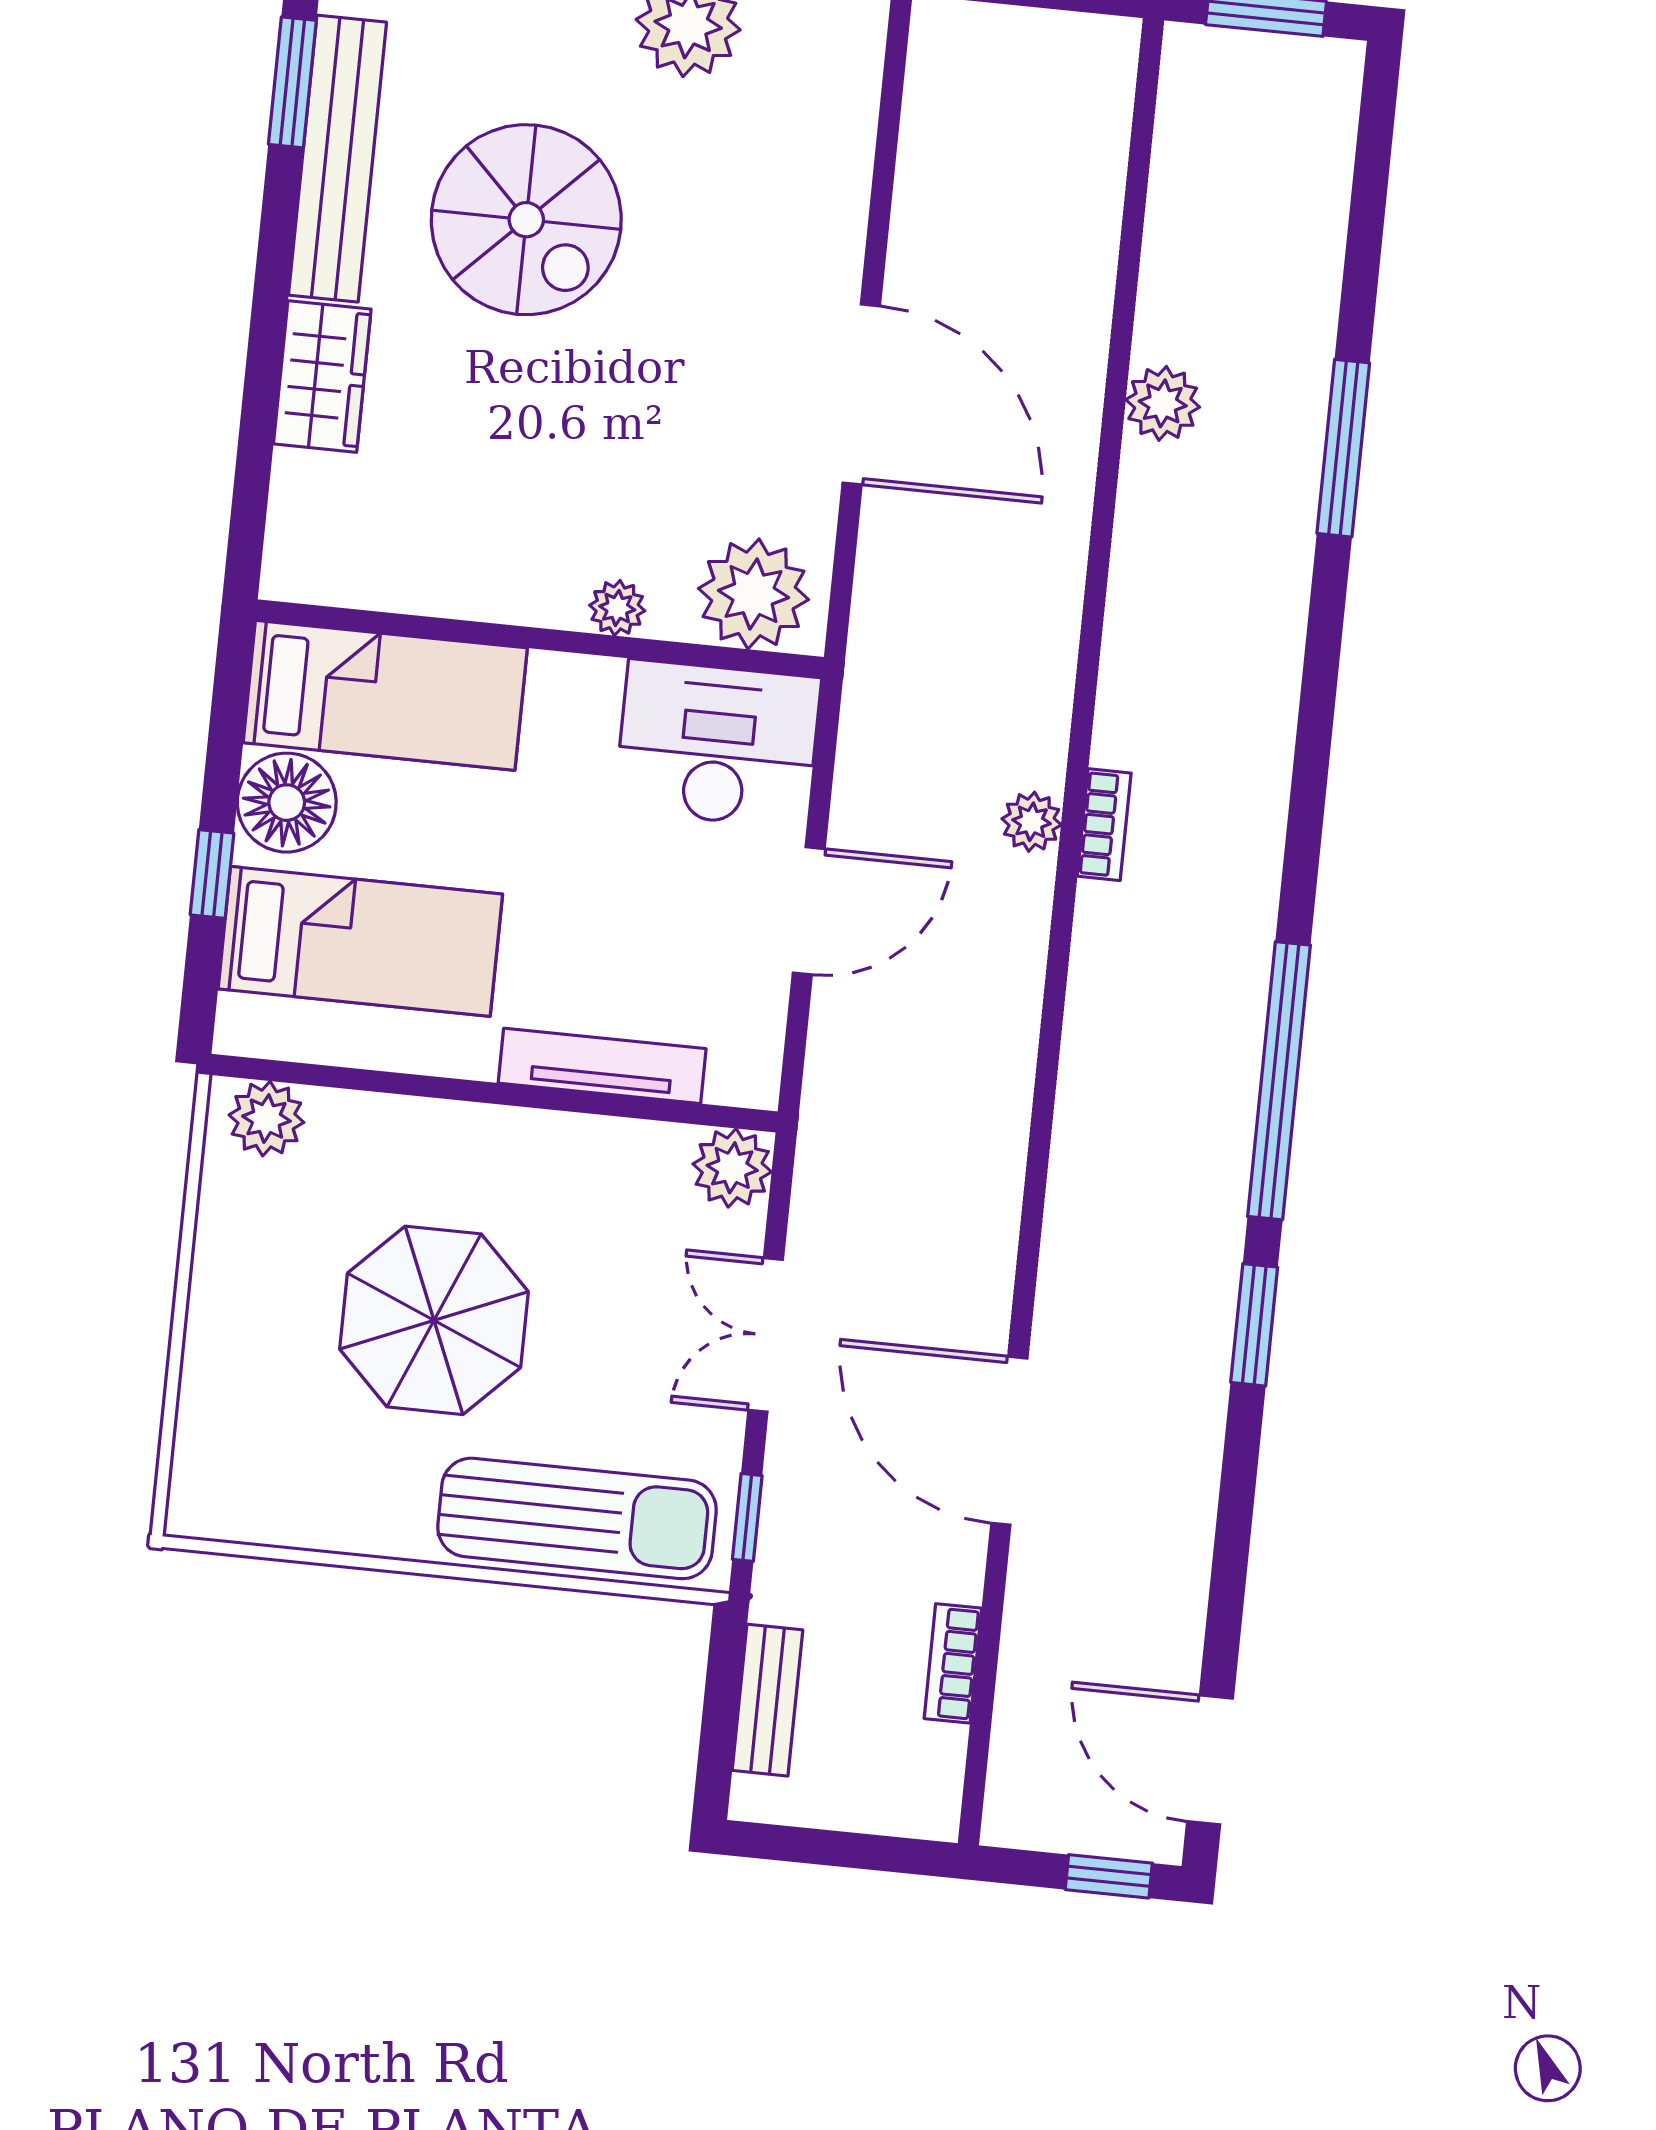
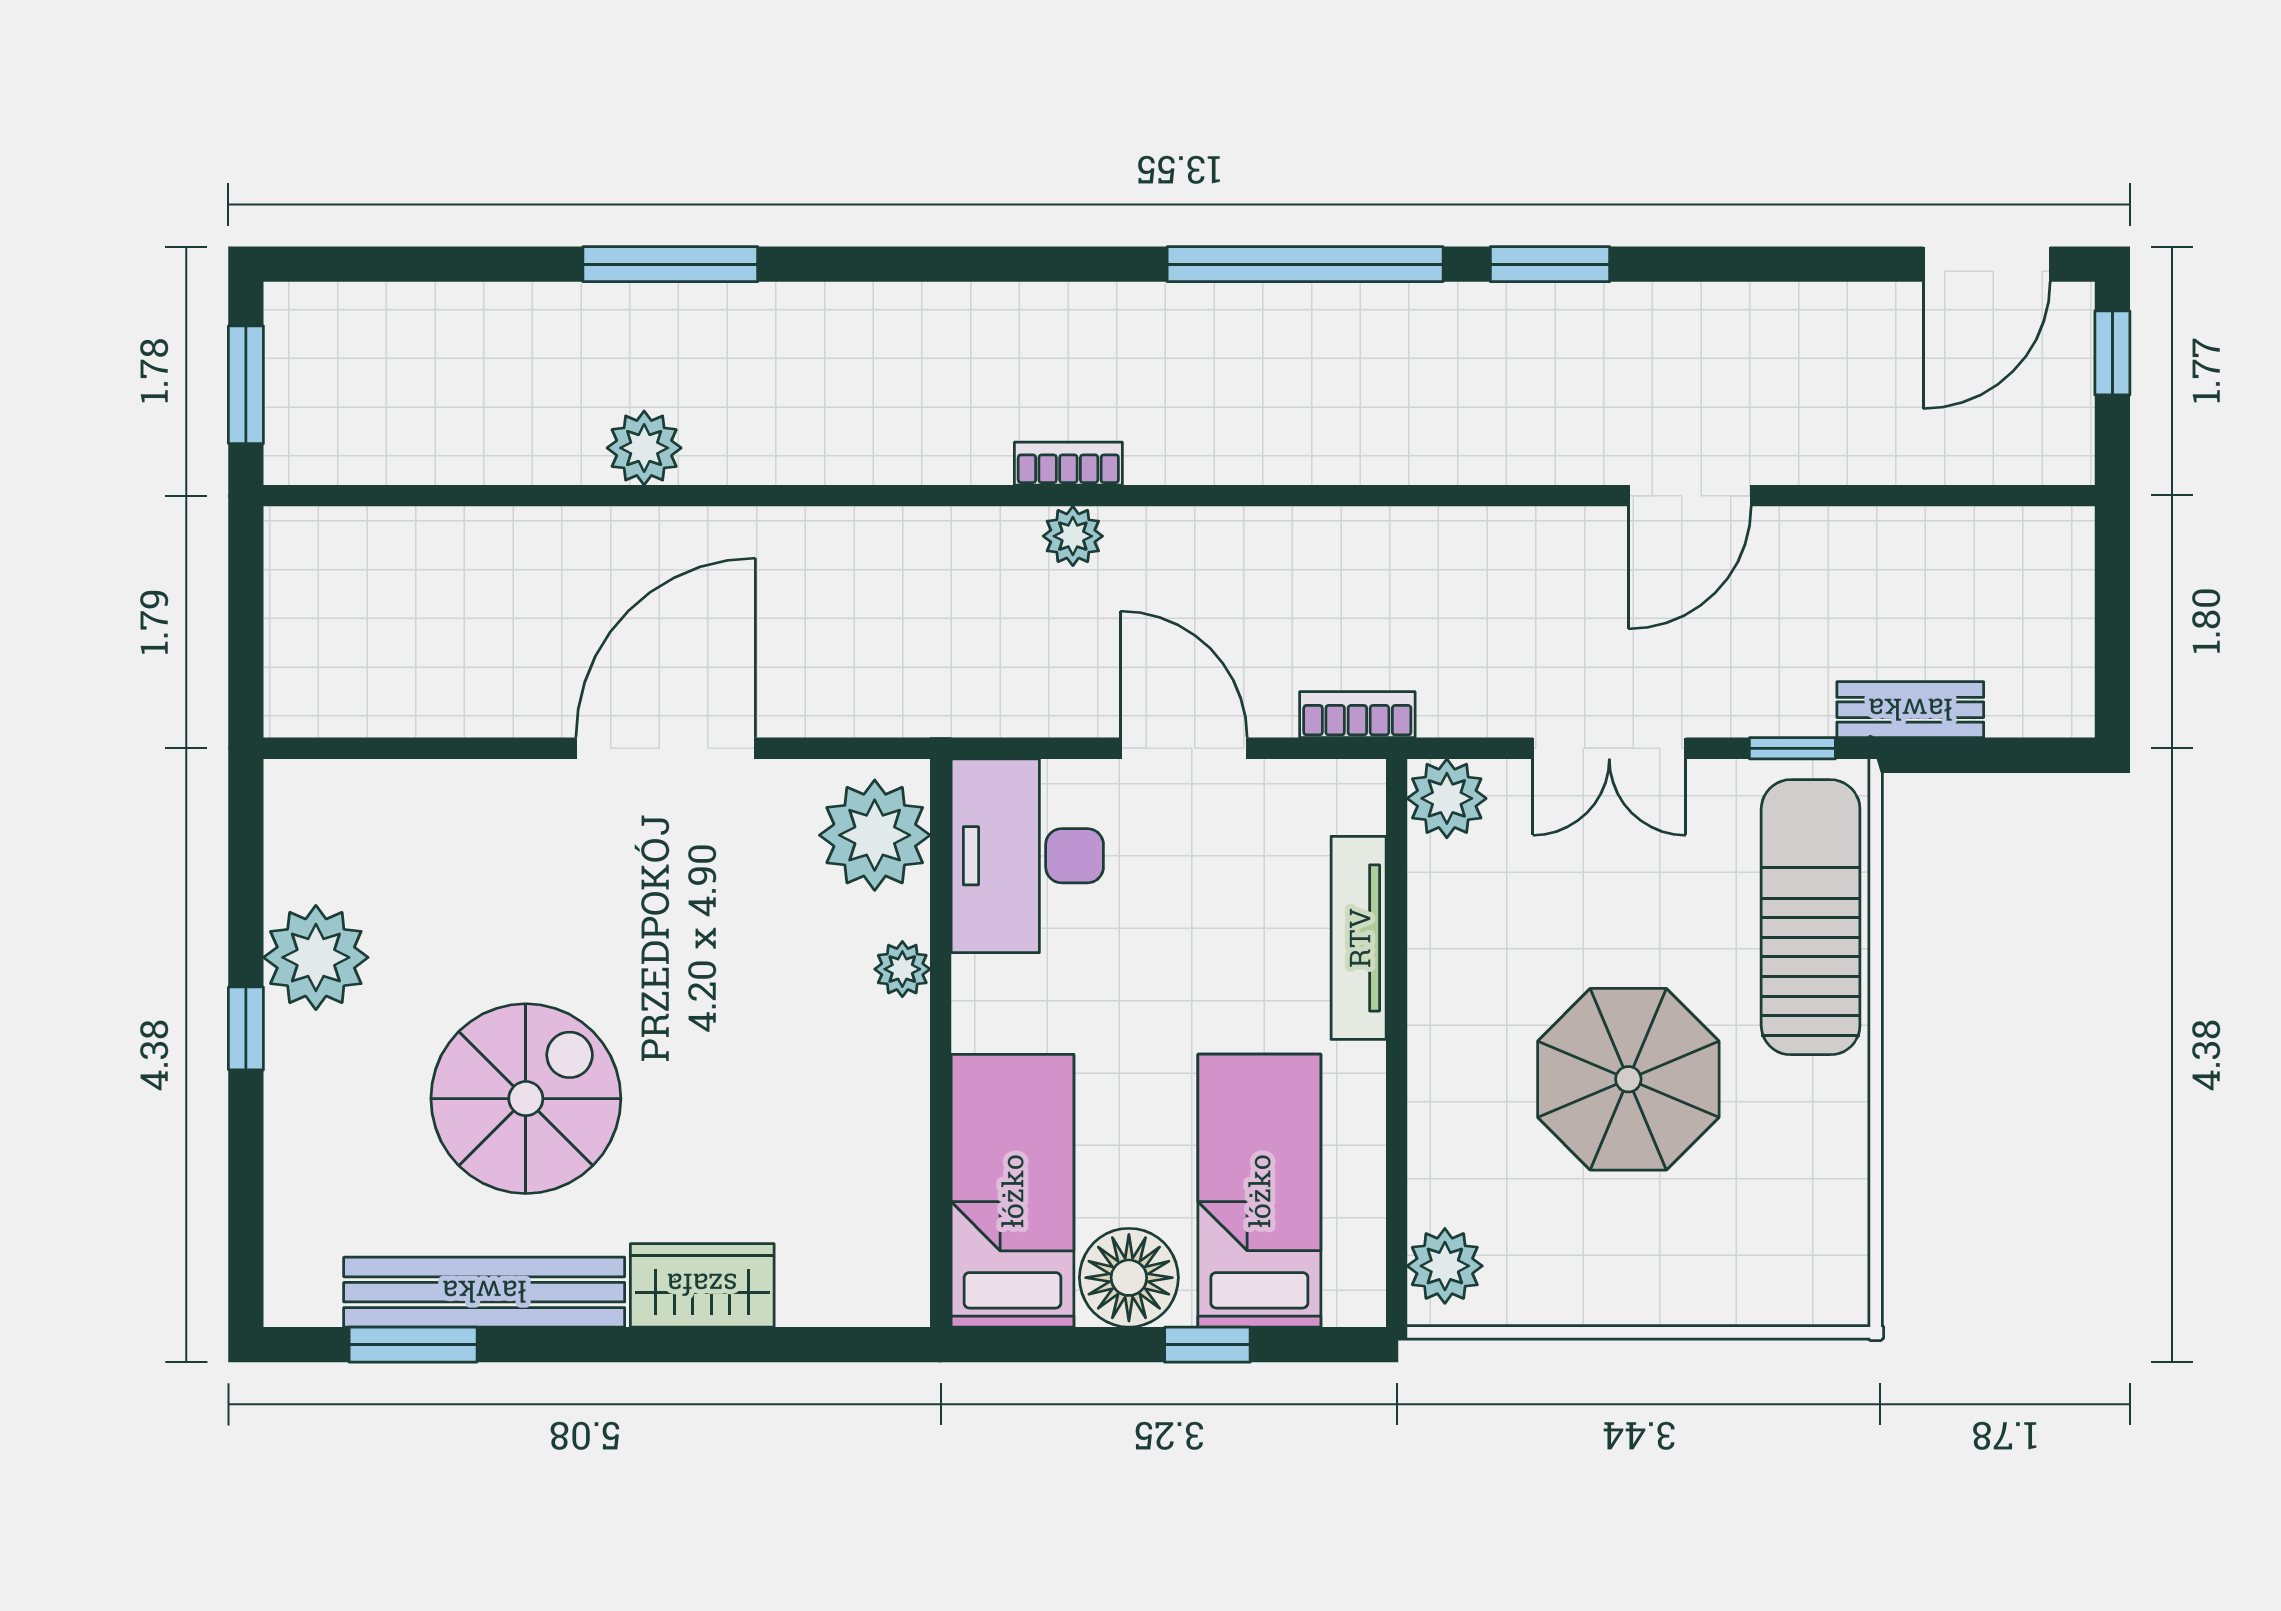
door: (1009, 1441) -> (1690, 496), width x0.73
bookcase: (953, 1663) -> (1357, 715), moved, turned 180
bench: (767, 1700) -> (1910, 710), moved

